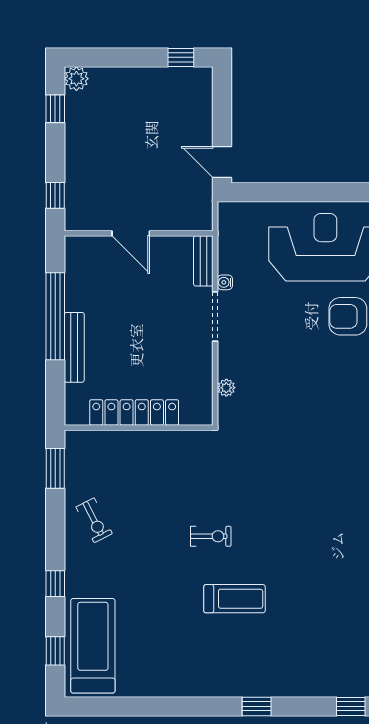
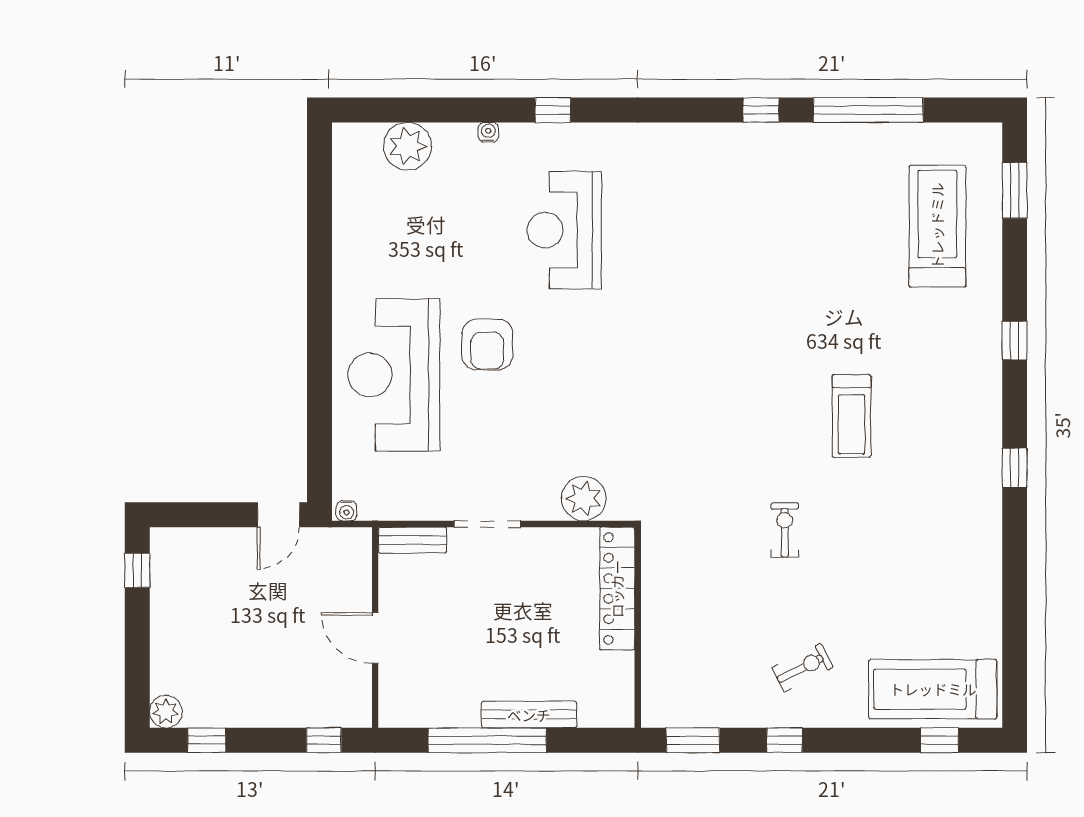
door: (131, 233) -> (375, 638), swing flipped
water cooler: (225, 282) -> (347, 511), moved
plant: (226, 388) -> (584, 499), width x1.88, depth x1.88
locker: (134, 412) -> (617, 589), moved
exercise bike: (94, 520) -> (803, 668), moved
window: (55, 584) -> (784, 740), moved
treadmill: (234, 599) -> (852, 416), moved, turned 180

